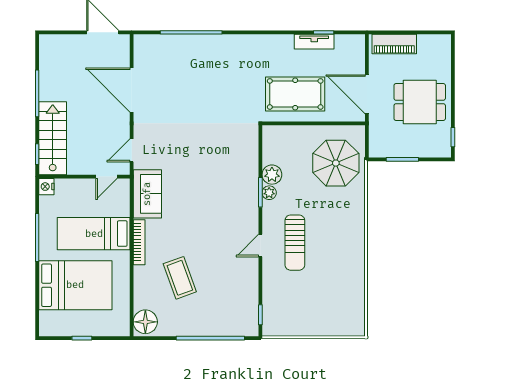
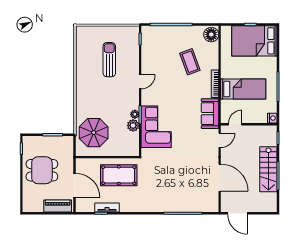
door: (367, 94) -> (74, 185), moved
stairs: (53, 138) -> (268, 169), moved
corner sofa: (235, 173) -> (156, 127), added
sun lounger: (295, 243) -> (109, 60), moved
bed: (75, 285) -> (254, 41), moved

